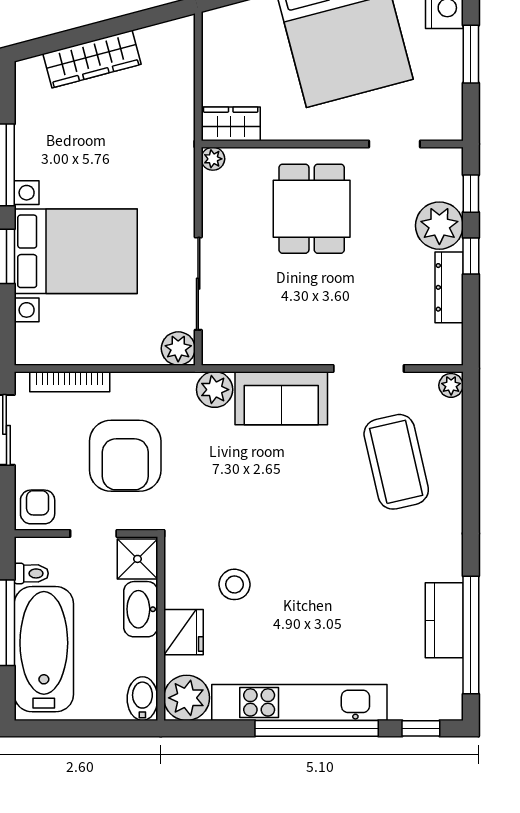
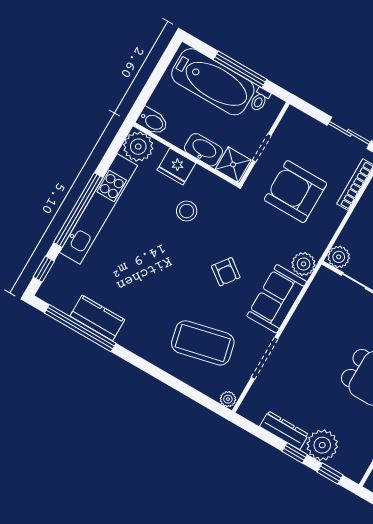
armchair: (38, 507) -> (226, 272), moved, turned 37

